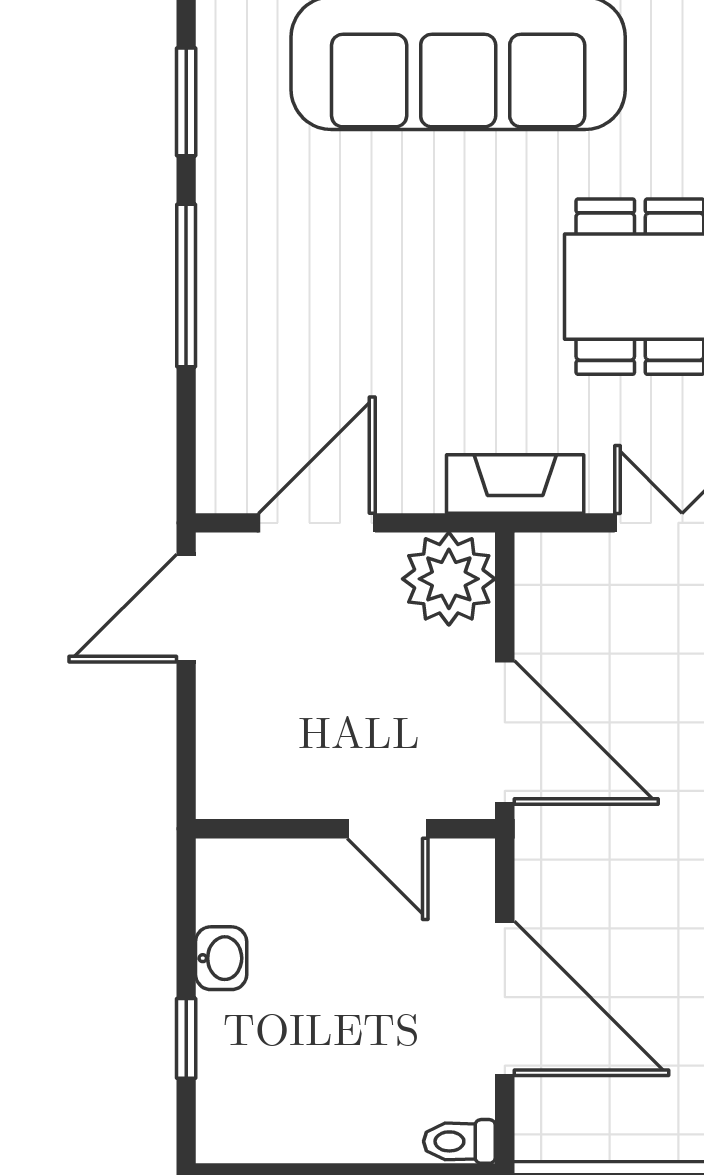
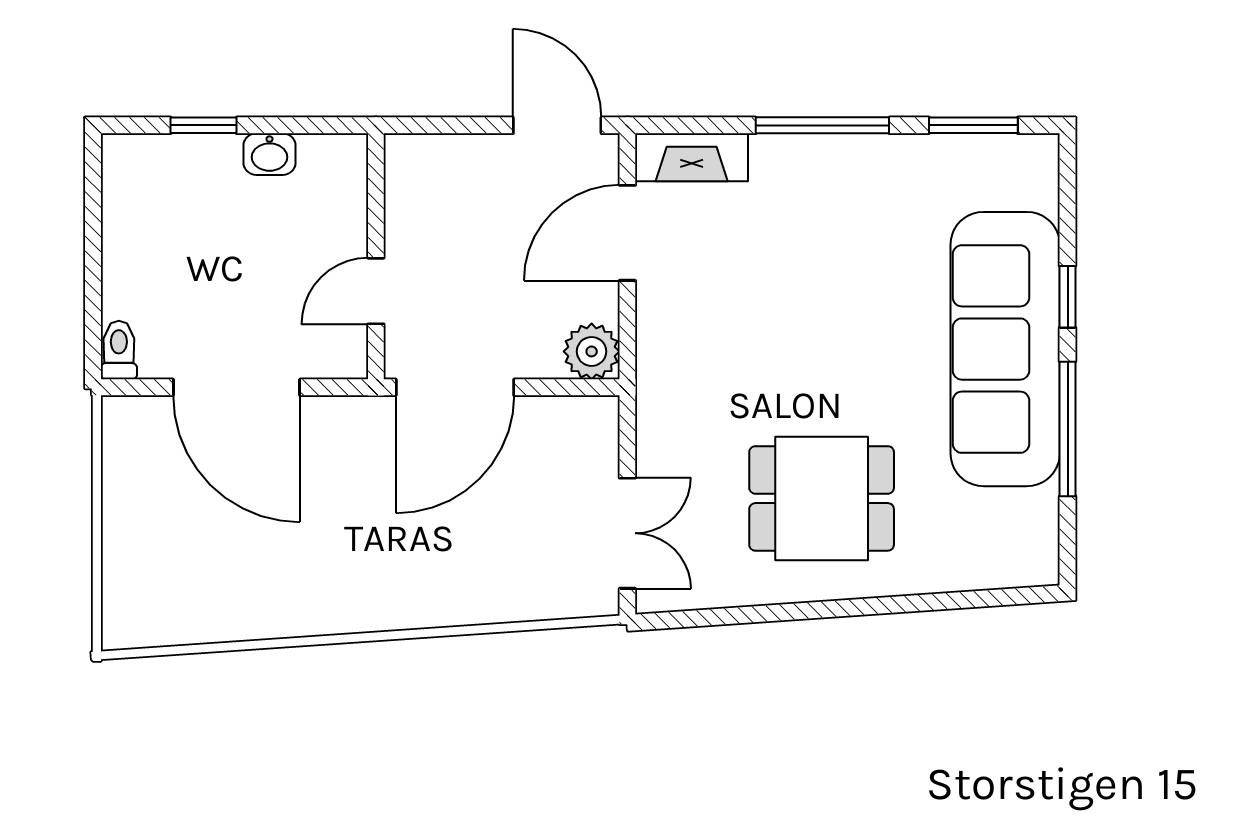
fireplace: (515, 484) -> (692, 157), moved, turned 90
door: (317, 523) -> (627, 233), swing flipped
plant: (449, 579) -> (592, 351), width x0.73, depth x0.73
door: (505, 998) -> (236, 387), hinge flipped

